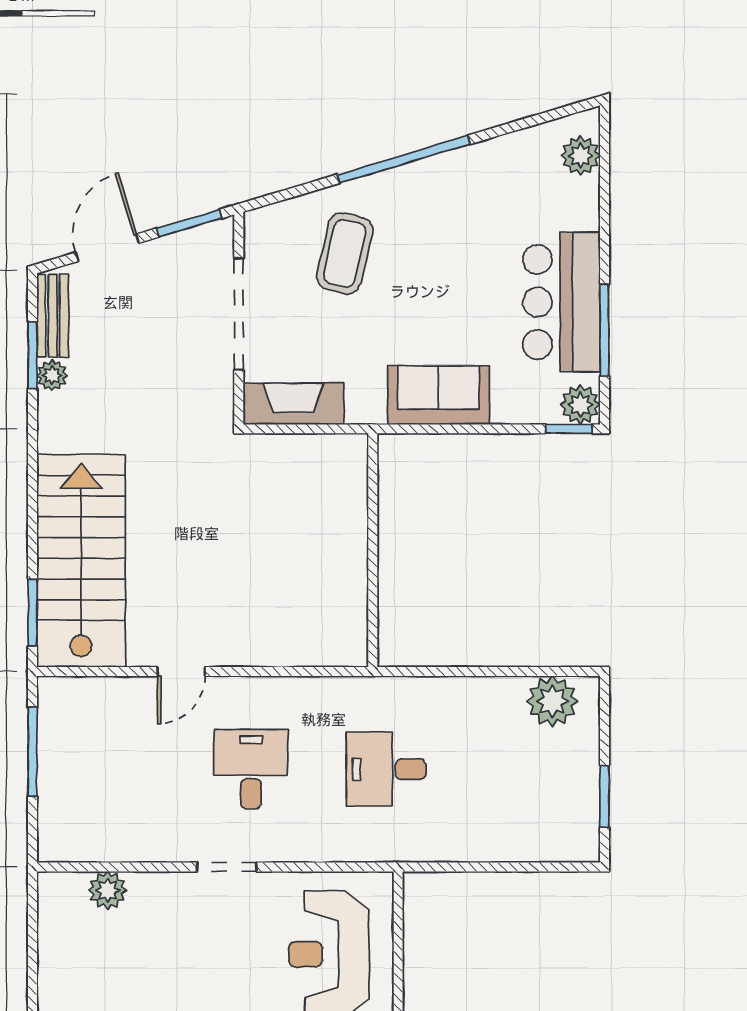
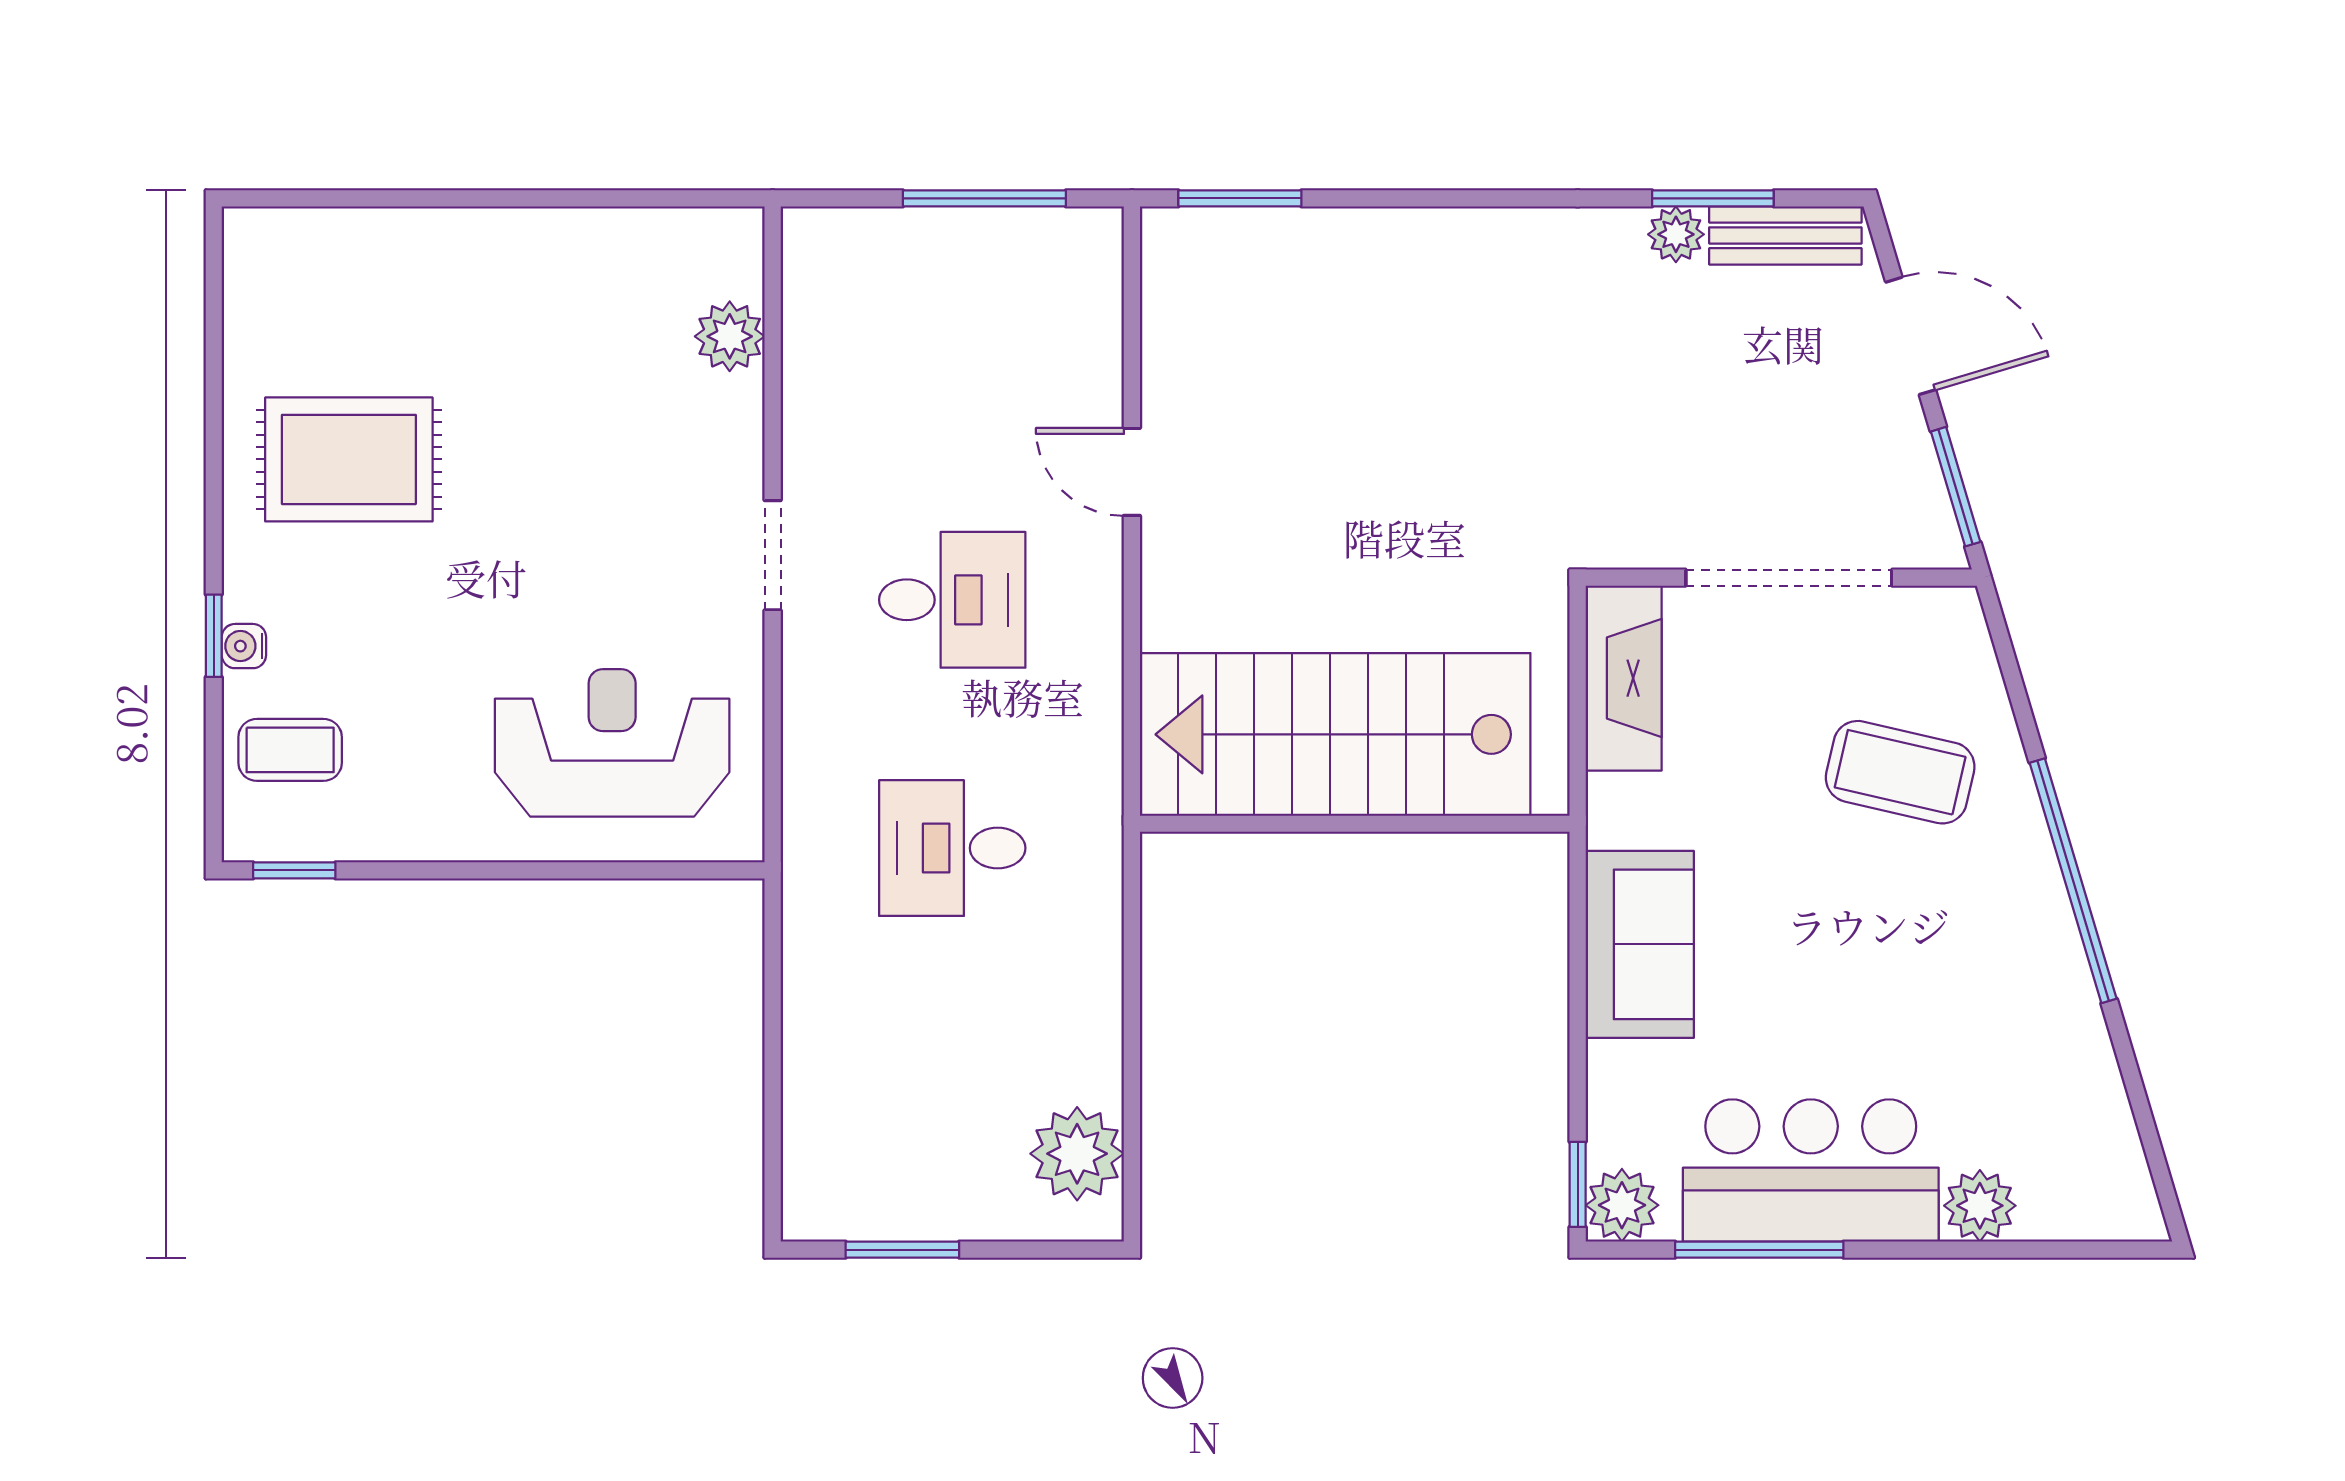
plant: (581, 156) -> (1980, 1206), moved
stairs: (81, 561) -> (1335, 734), moved, turned 180
desk: (386, 769) -> (952, 848), turned -90

